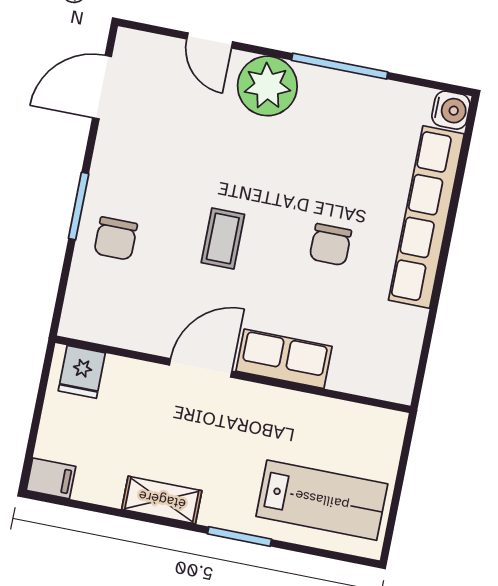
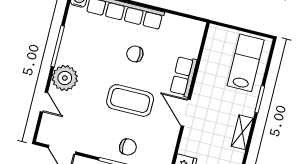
door: (210, 40) -> (44, 102), hinge flipped
coffee table: (223, 239) -> (130, 100), width x1.86, depth x1.72
chair: (330, 245) -> (135, 54), turned 180

